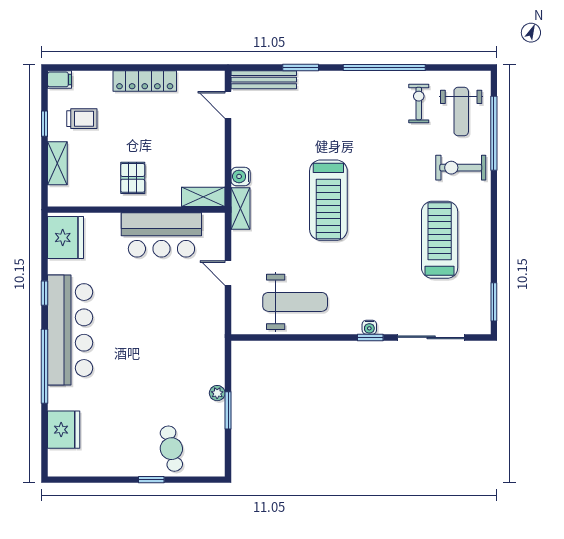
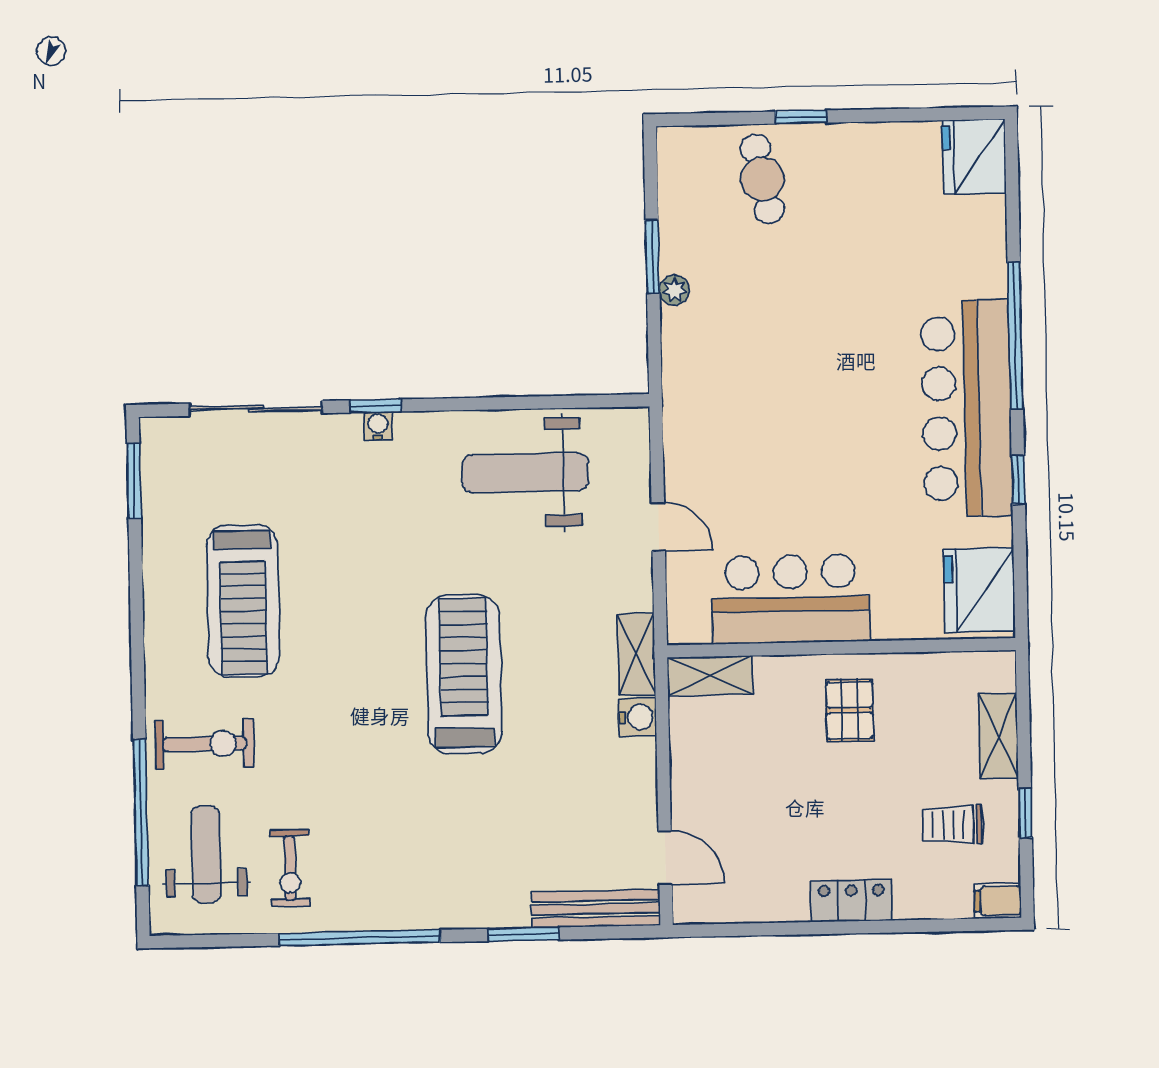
locker: (145, 81) -> (851, 901), width x0.66
fridge: (64, 430) -> (974, 157), moved

